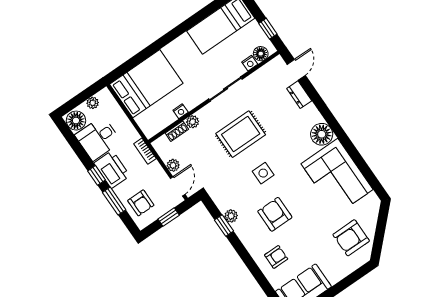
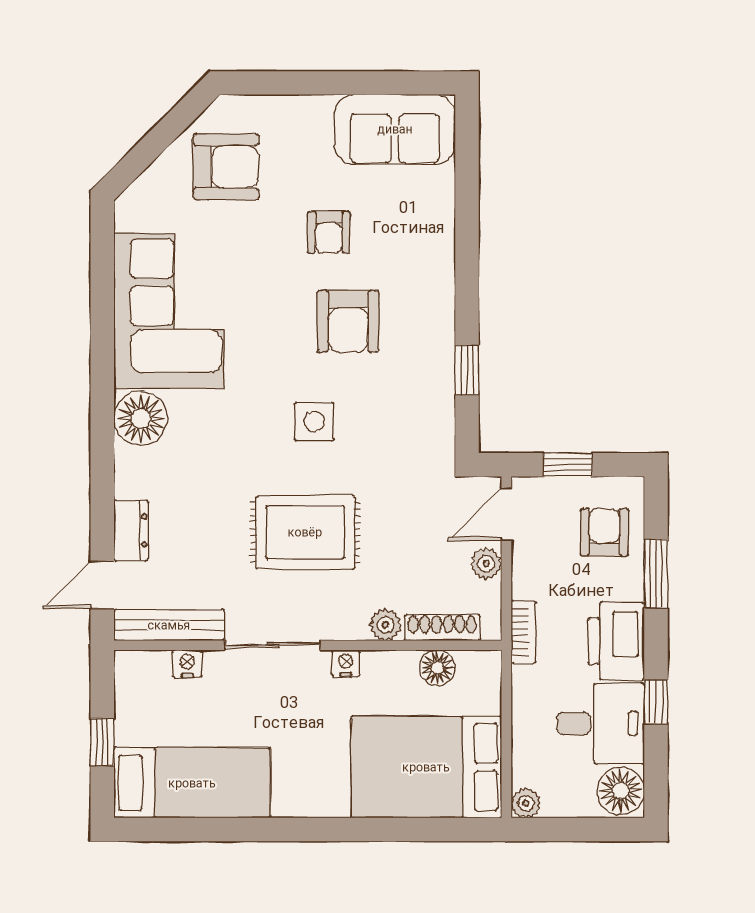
window: (268, 29) -> (102, 742), moved
floor lamp: (261, 54) -> (437, 668), moved
bench: (265, 72) -> (169, 625), added
plant: (93, 103) -> (526, 803), moved
nightstand: (181, 111) -> (346, 663), moved
shoe rack: (177, 131) -> (442, 628), width x1.43
window: (96, 175) -> (656, 702), moved
plant: (231, 216) -> (439, 379), removed
armchair: (276, 257) -> (329, 232), moved, turned -90

